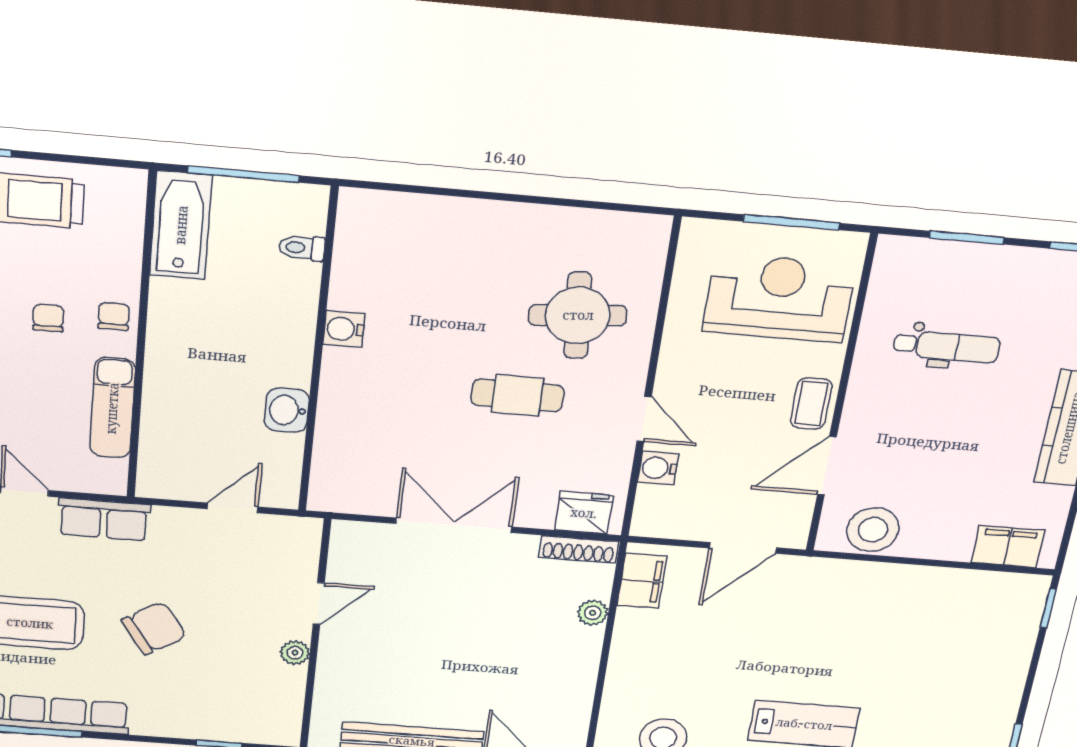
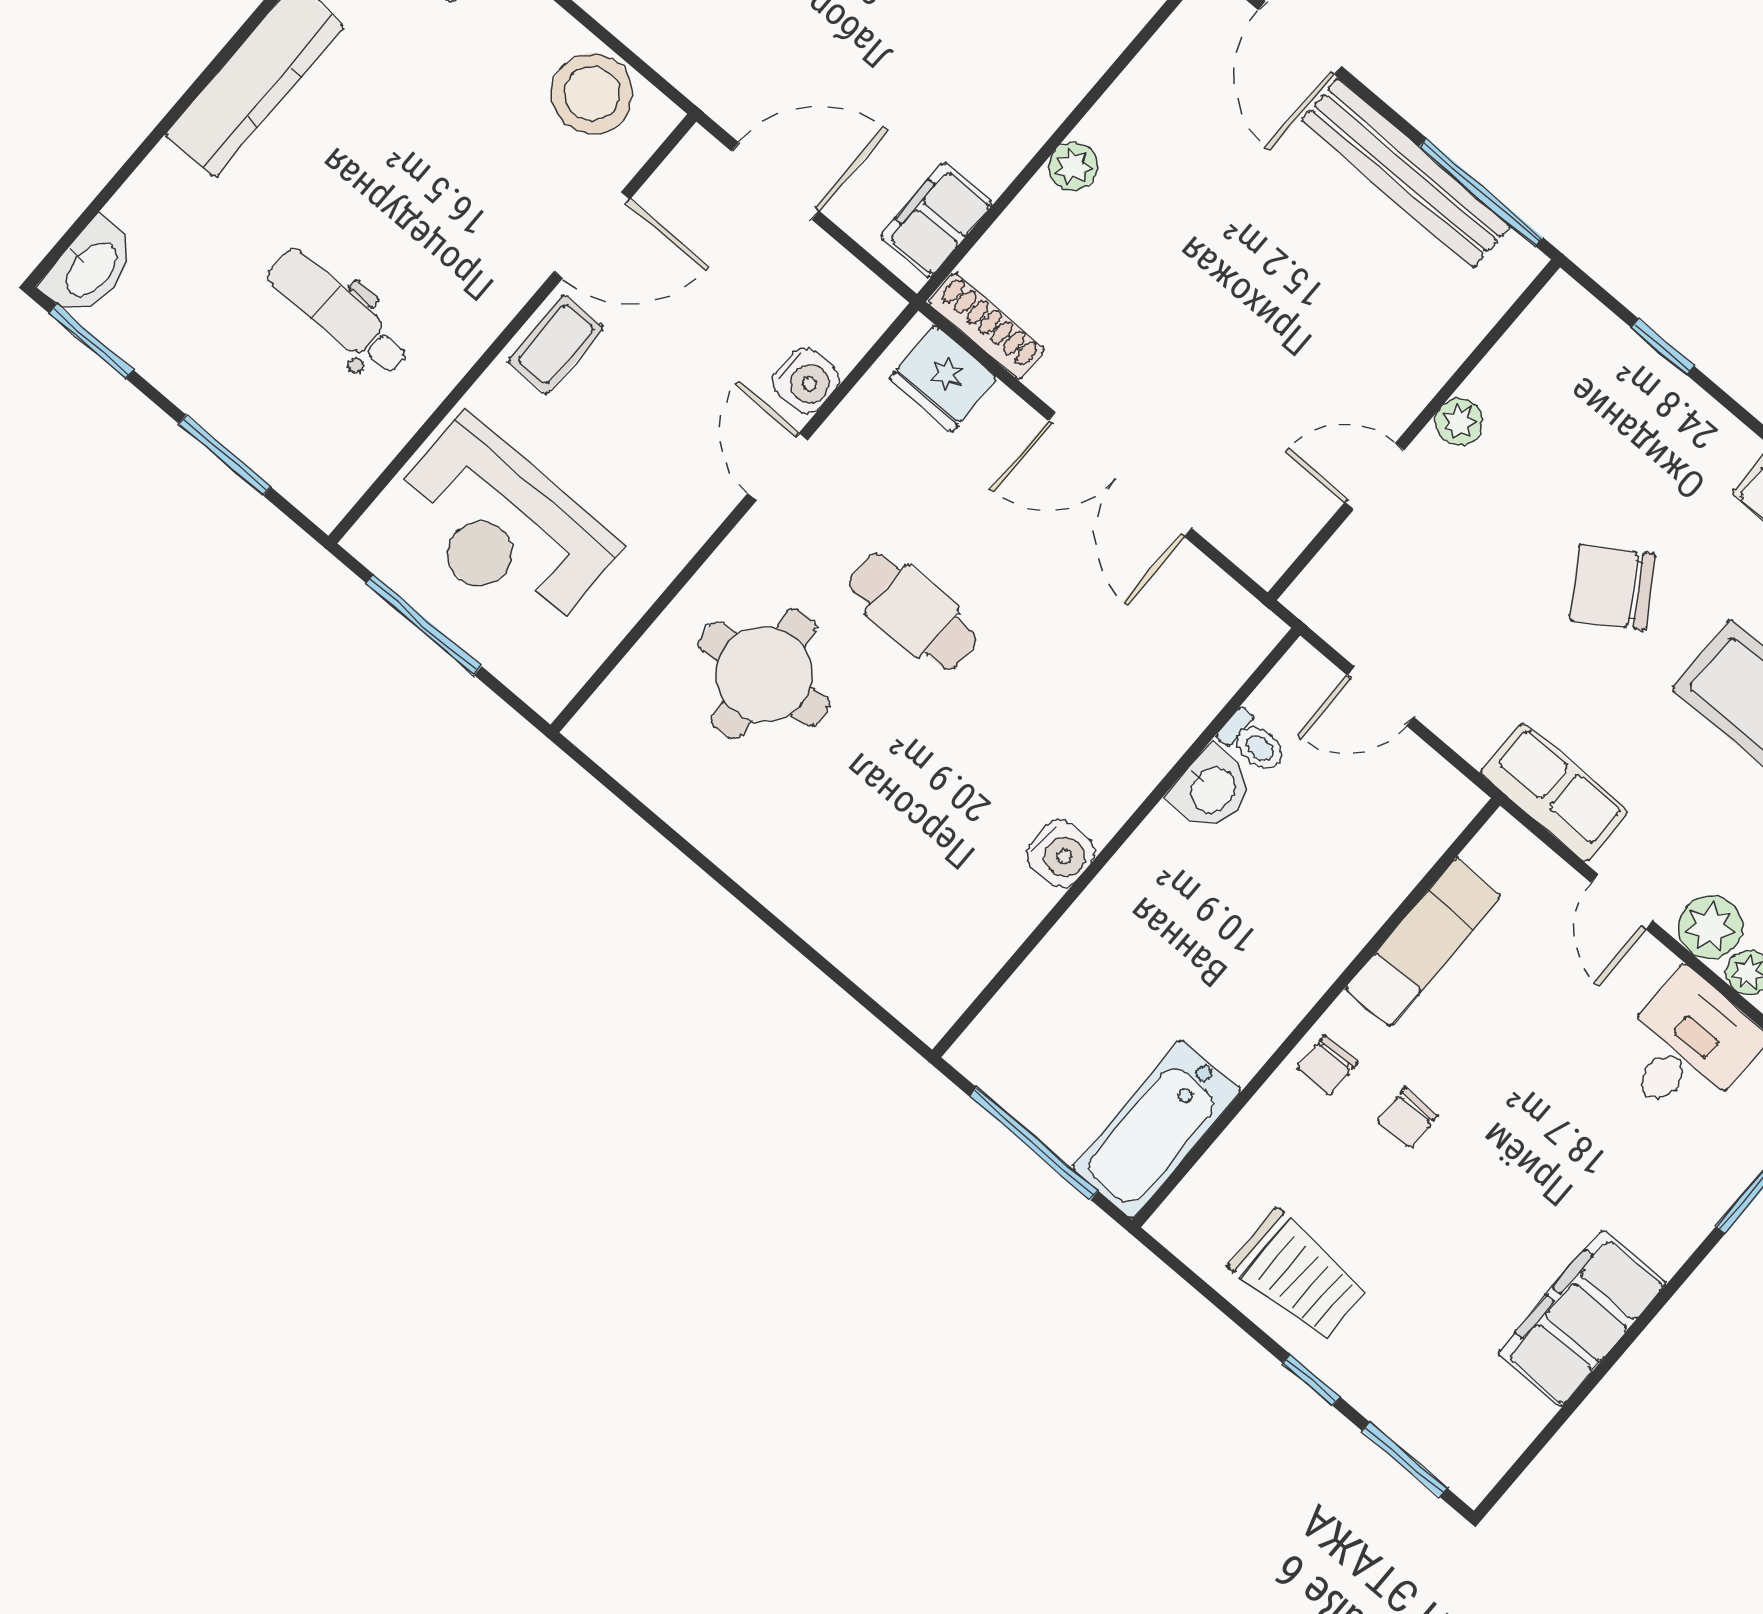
toilet: (302, 248) -> (1253, 742), moved
plant: (593, 613) -> (1073, 166), moved

